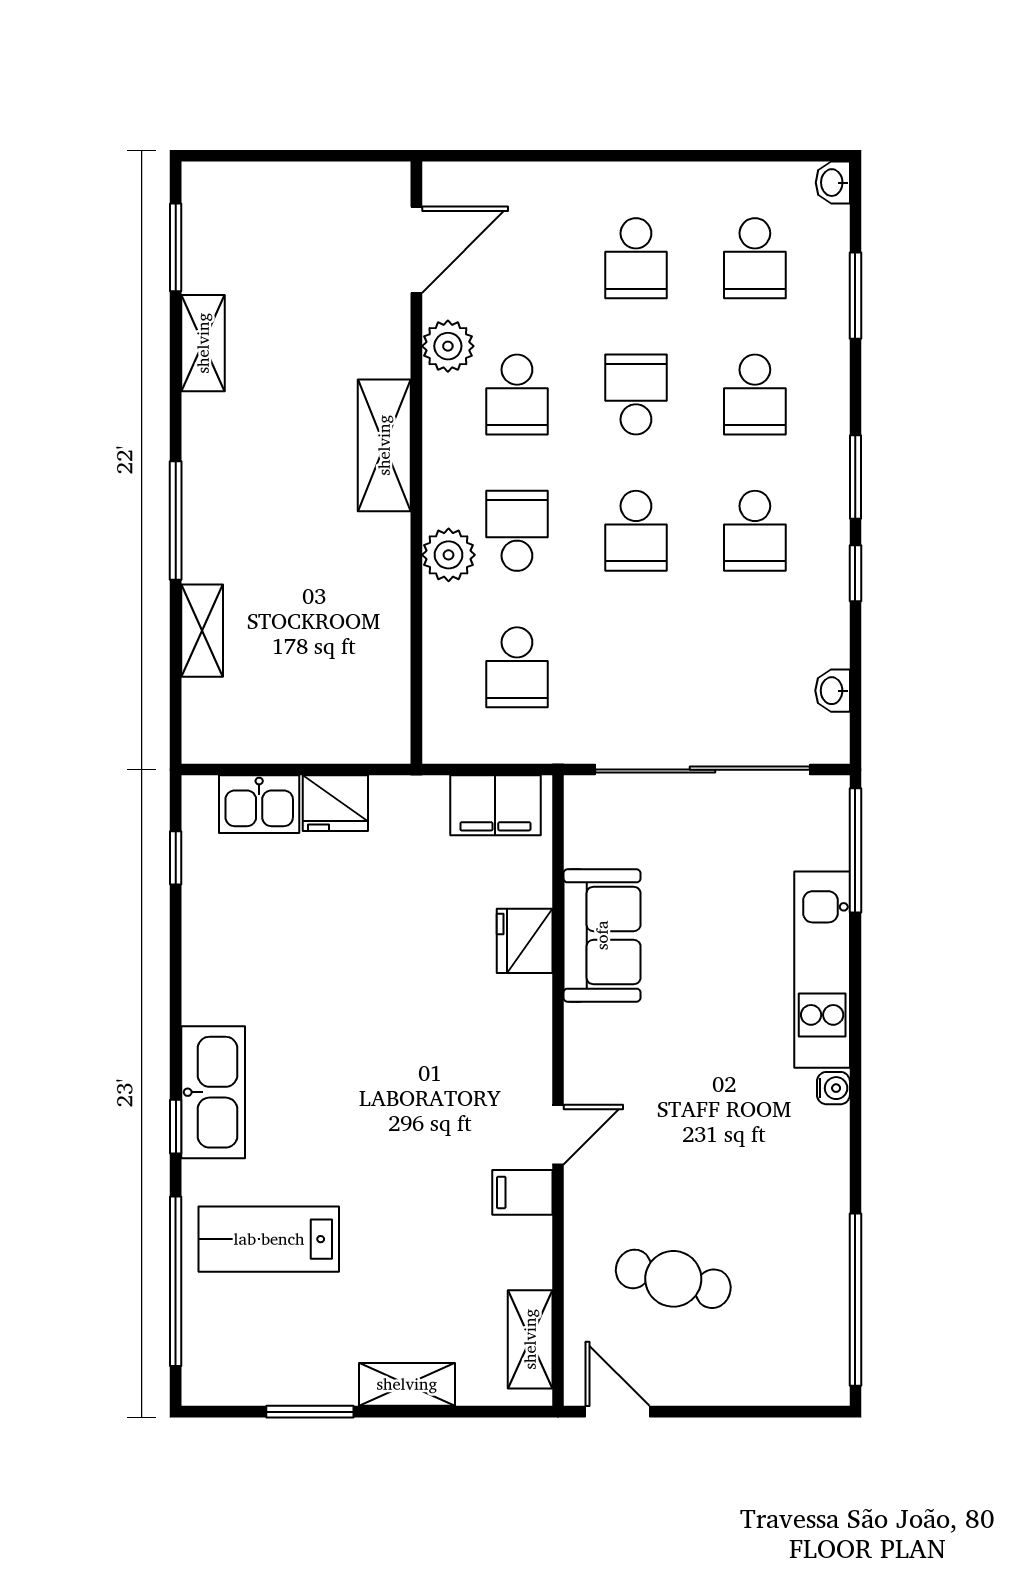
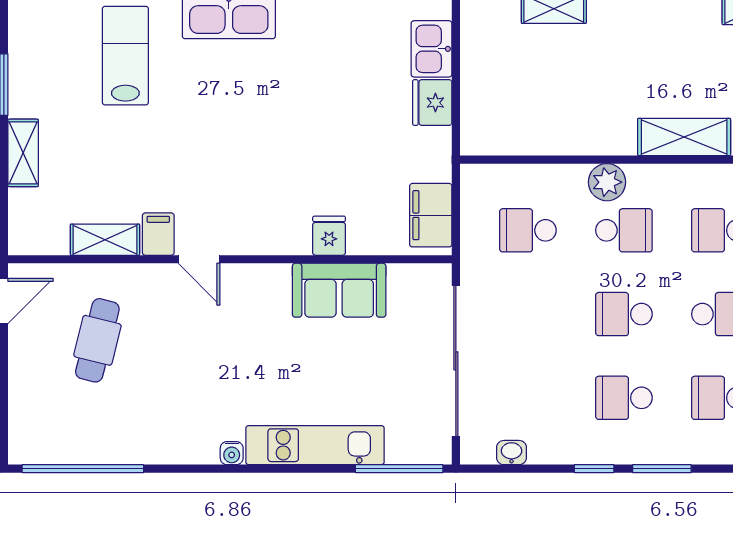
fridge: (525, 941) -> (329, 236), width x0.72
shelving: (530, 1339) -> (105, 240), moved

